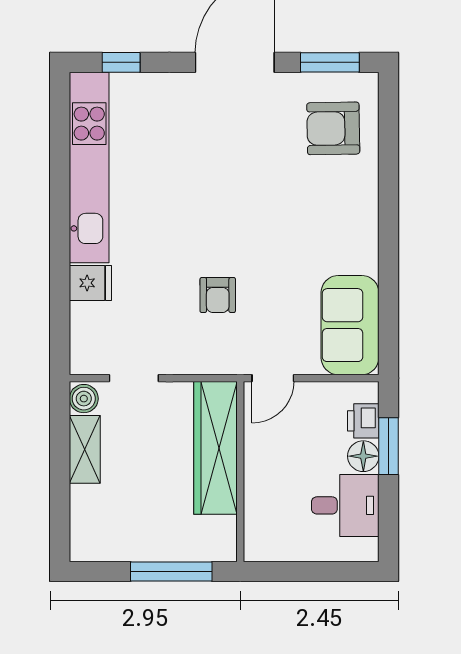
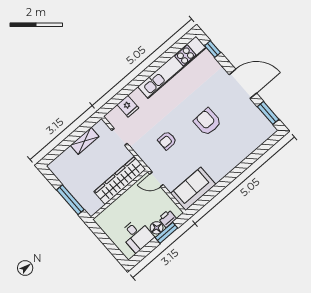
armchair: (333, 128) -> (207, 122), moved
fridge: (90, 283) -> (128, 106), moved
boiler: (84, 399) -> (100, 127), removed

